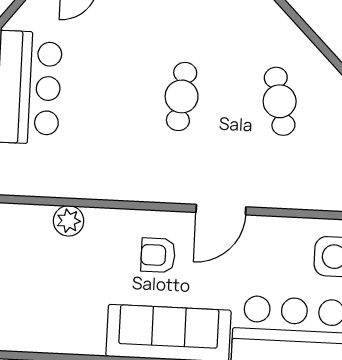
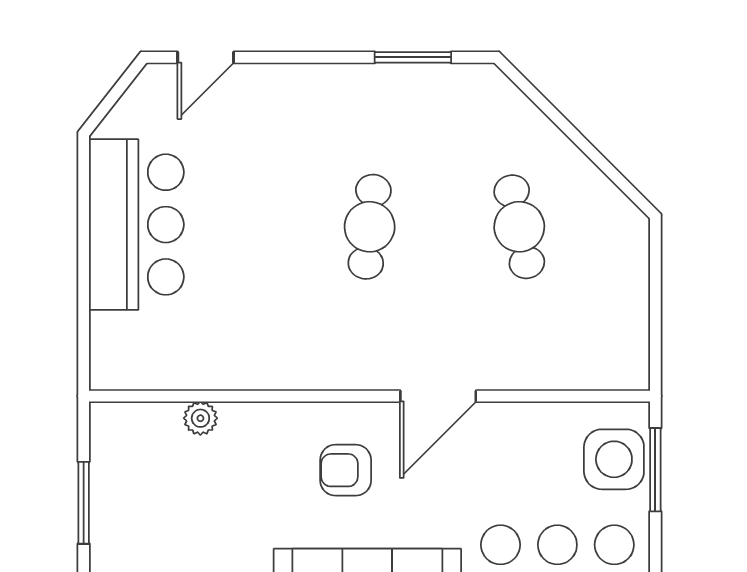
plant: (69, 221) -> (200, 418), width x0.73, depth x0.73

